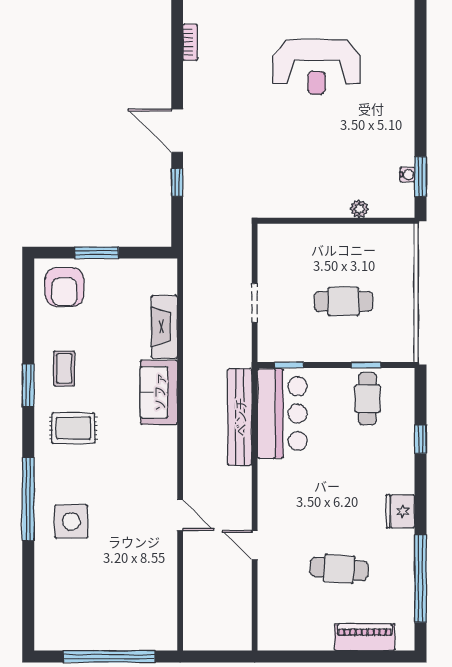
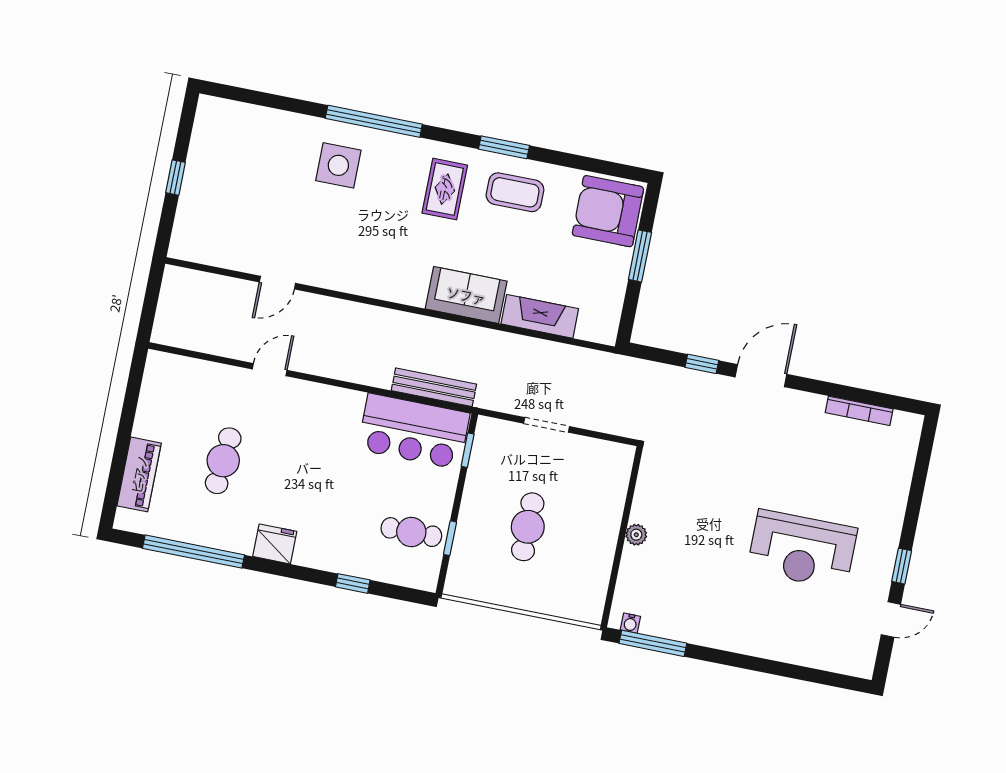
bookcase: (190, 42) -> (859, 411), width x1.56
reception desk: (316, 67) -> (802, 550), turned -90
water cooler: (407, 175) -> (630, 623), moved
window: (420, 177) -> (653, 643), width x1.44
plant: (359, 209) -> (636, 535), moved
armchair: (64, 287) -> (608, 211), width x1.36, depth x1.36
coffee table: (64, 368) -> (515, 192), width x1.36, depth x1.30
bench: (240, 417) -> (434, 387), width x0.73, depth x0.82
door: (180, 515) -> (277, 283), moved
window: (109, 657) -> (175, 178), width x0.32

